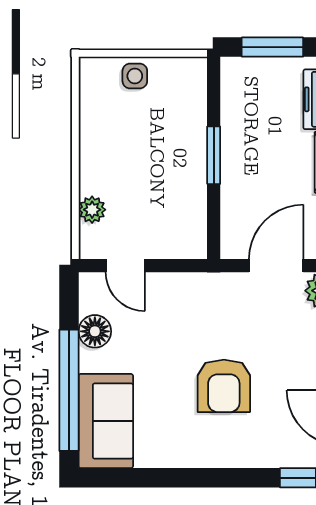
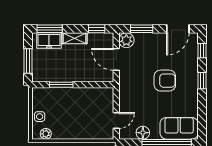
window: (214, 155) -> (61, 85), moved
plant: (92, 210) -> (46, 134), moved
window: (224, 478) -> (202, 81), added

